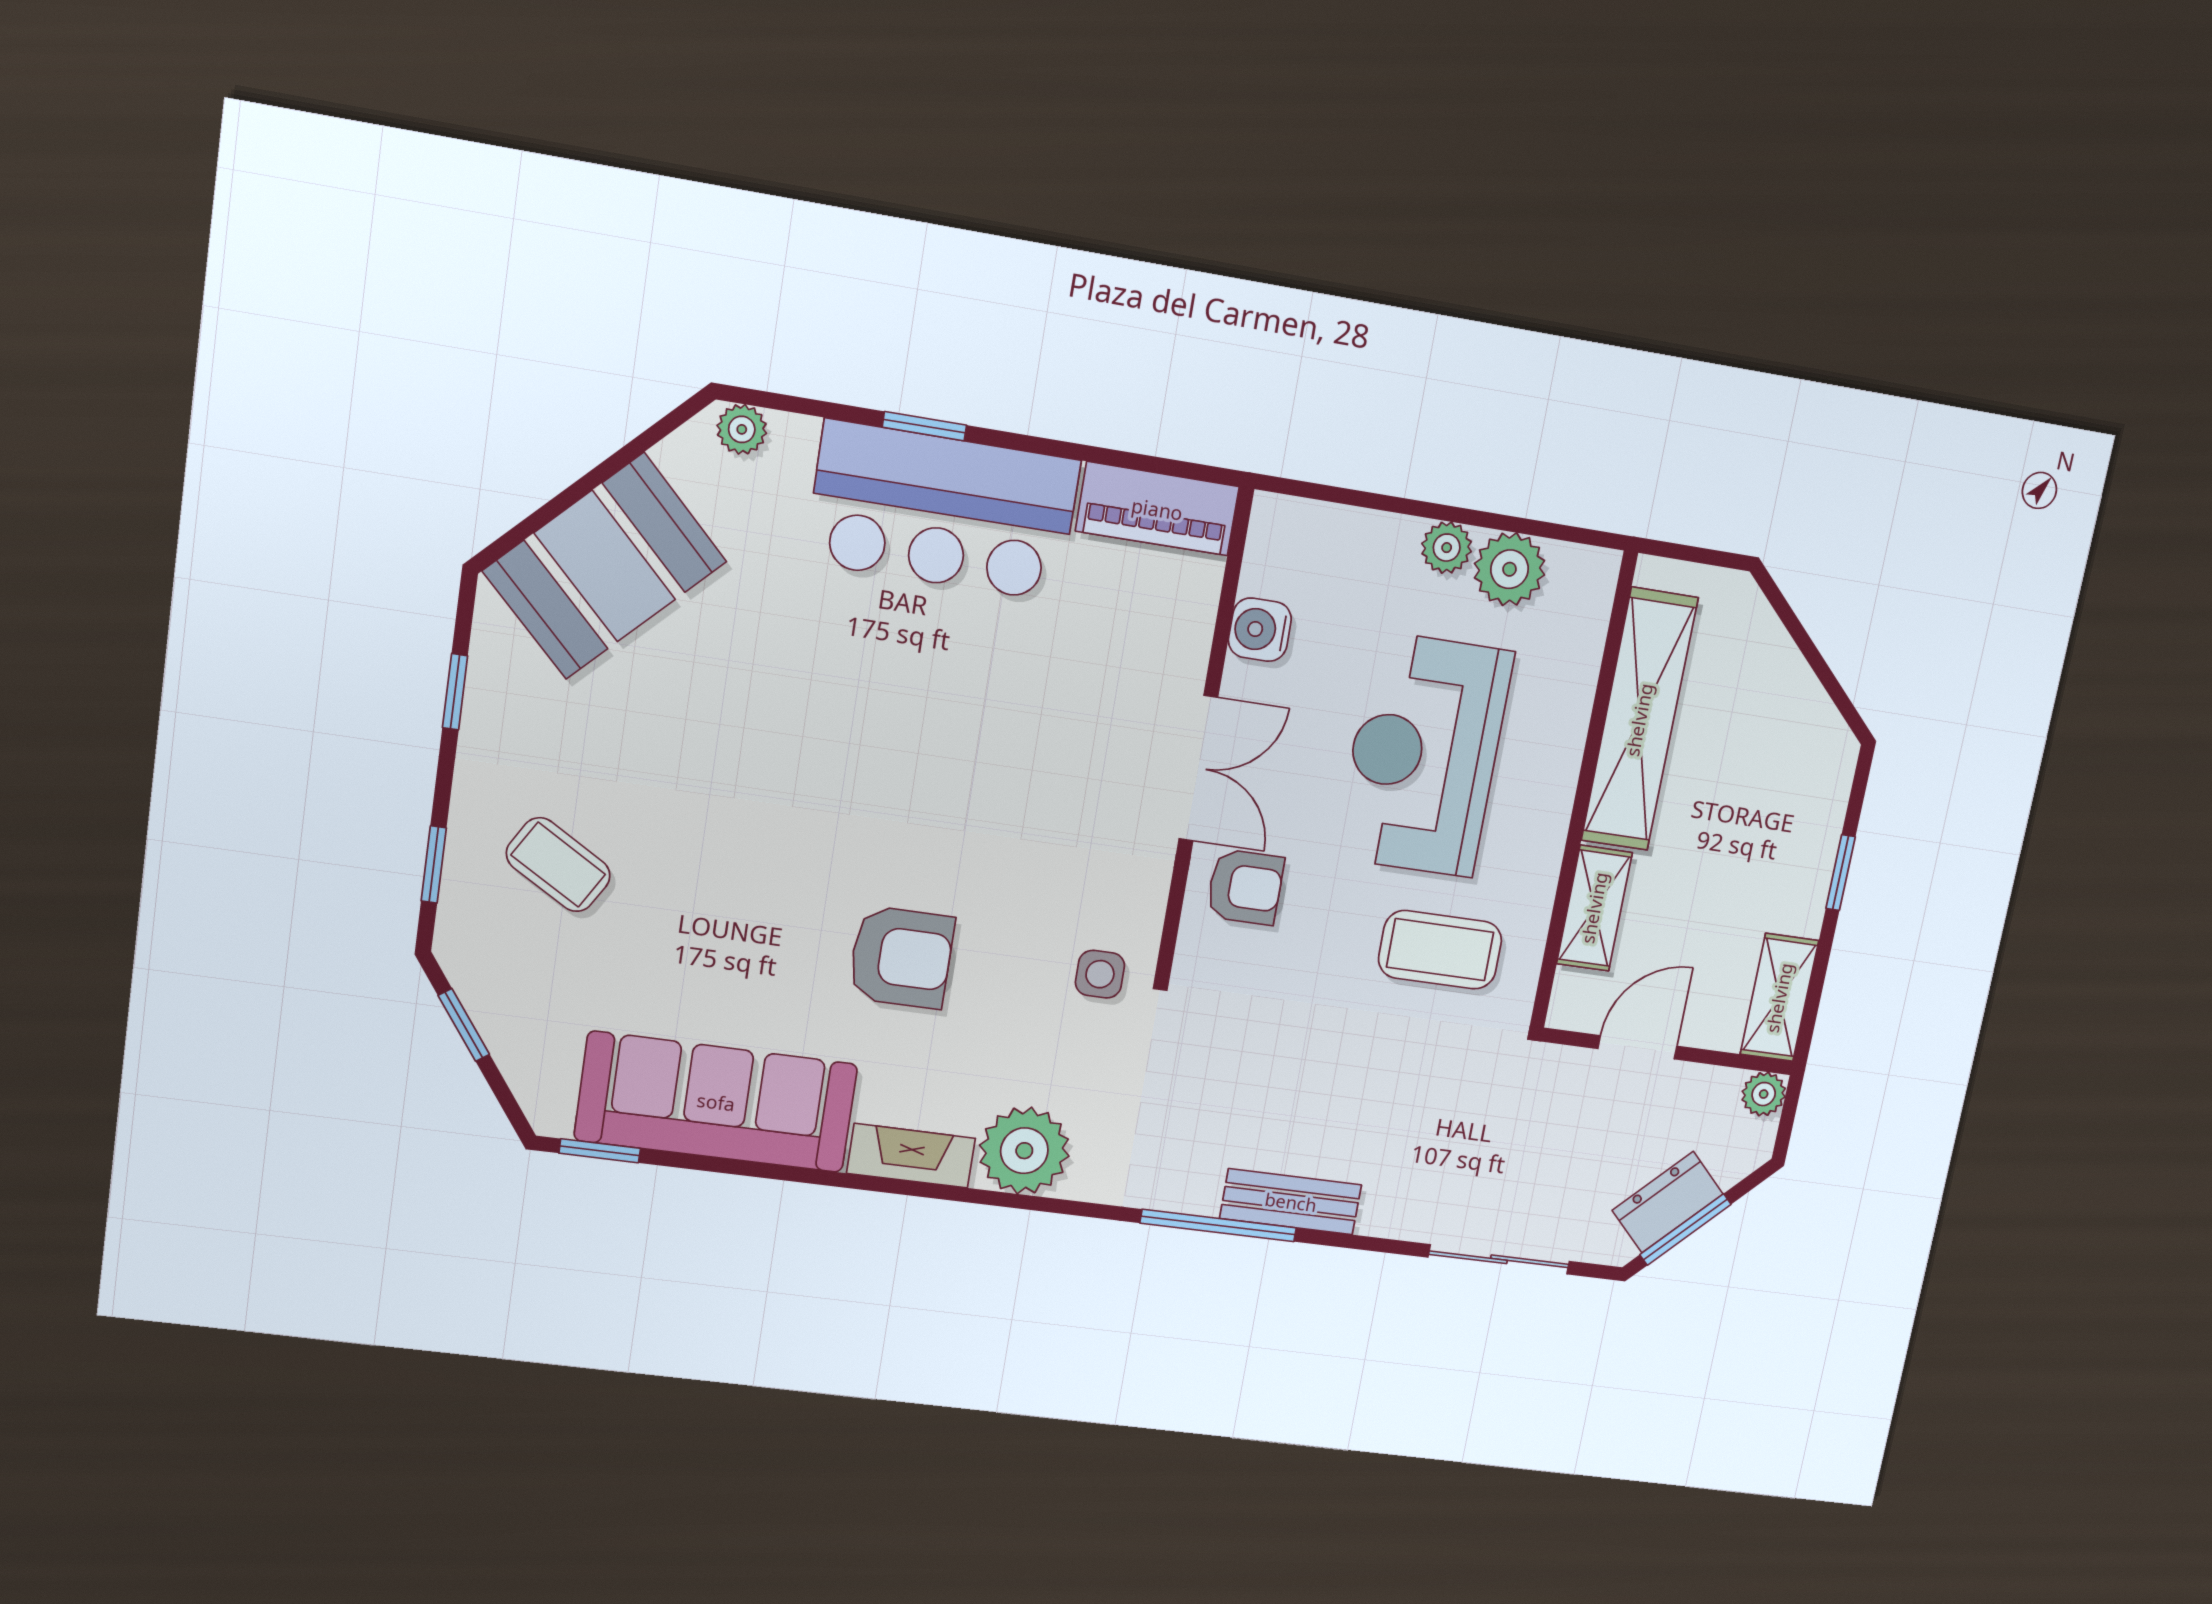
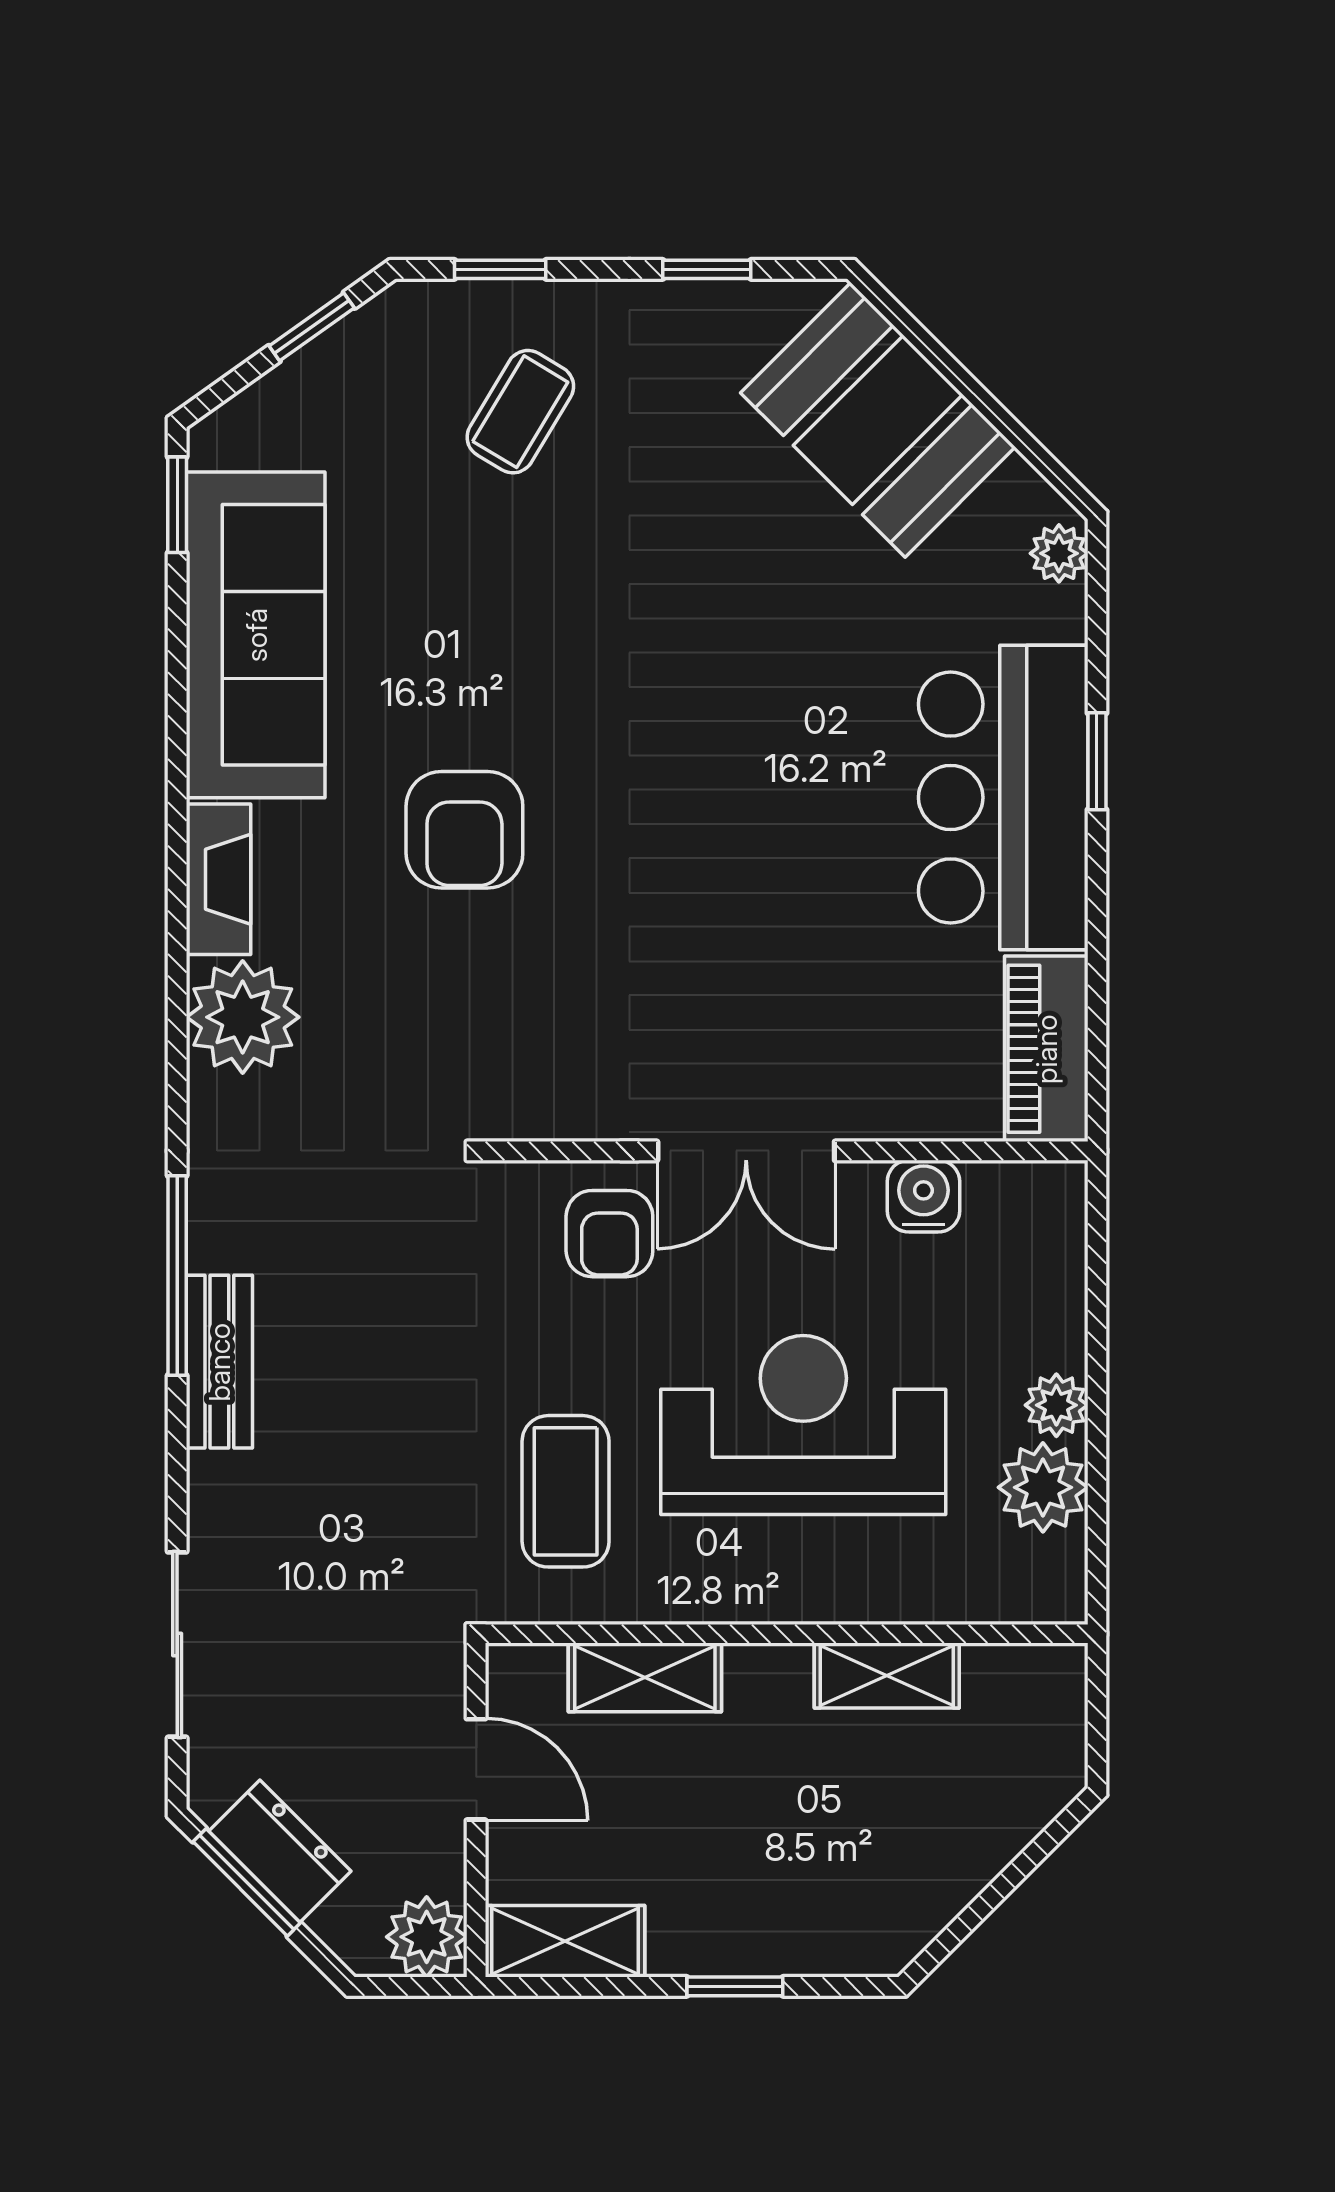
shelving: (1639, 720) -> (887, 1676), width x0.45, depth x0.75
side table: (1100, 974) -> (477, 1074), removed
plant: (1764, 1094) -> (427, 1937), width x1.38, depth x1.38

